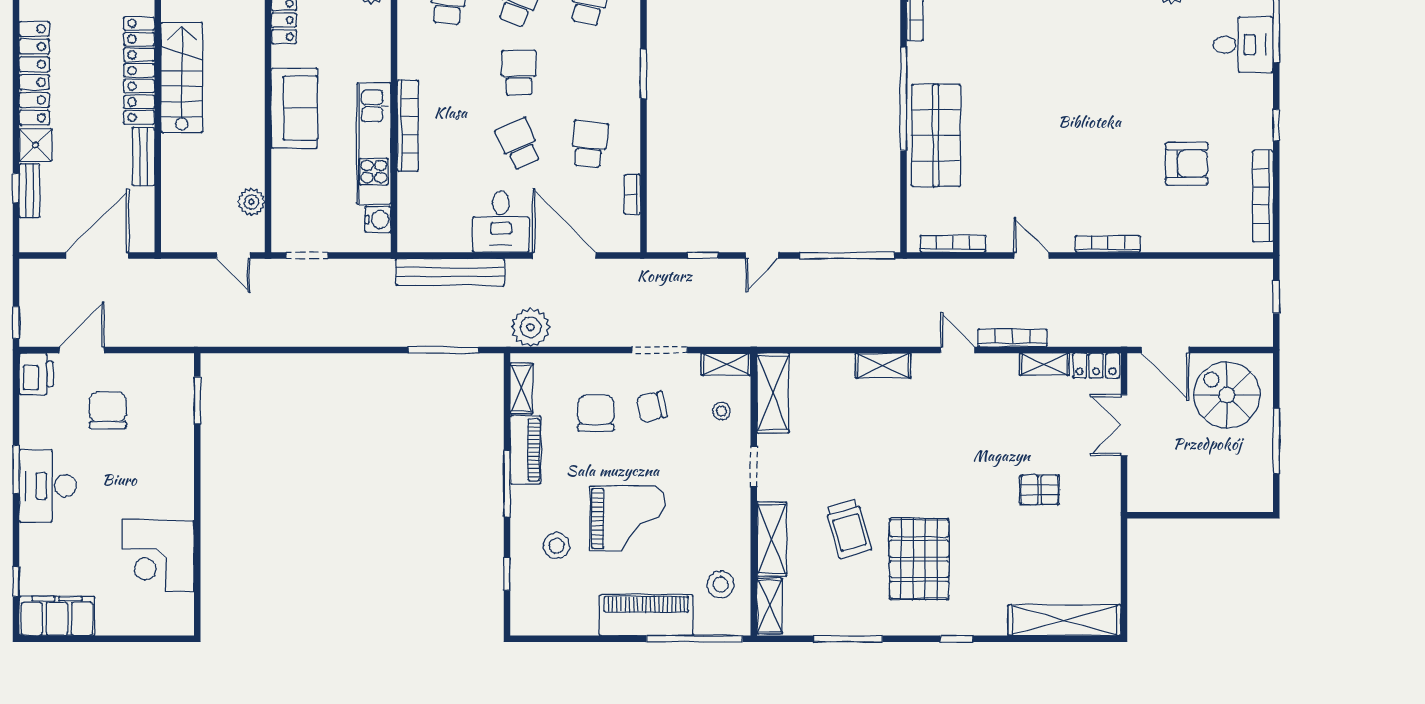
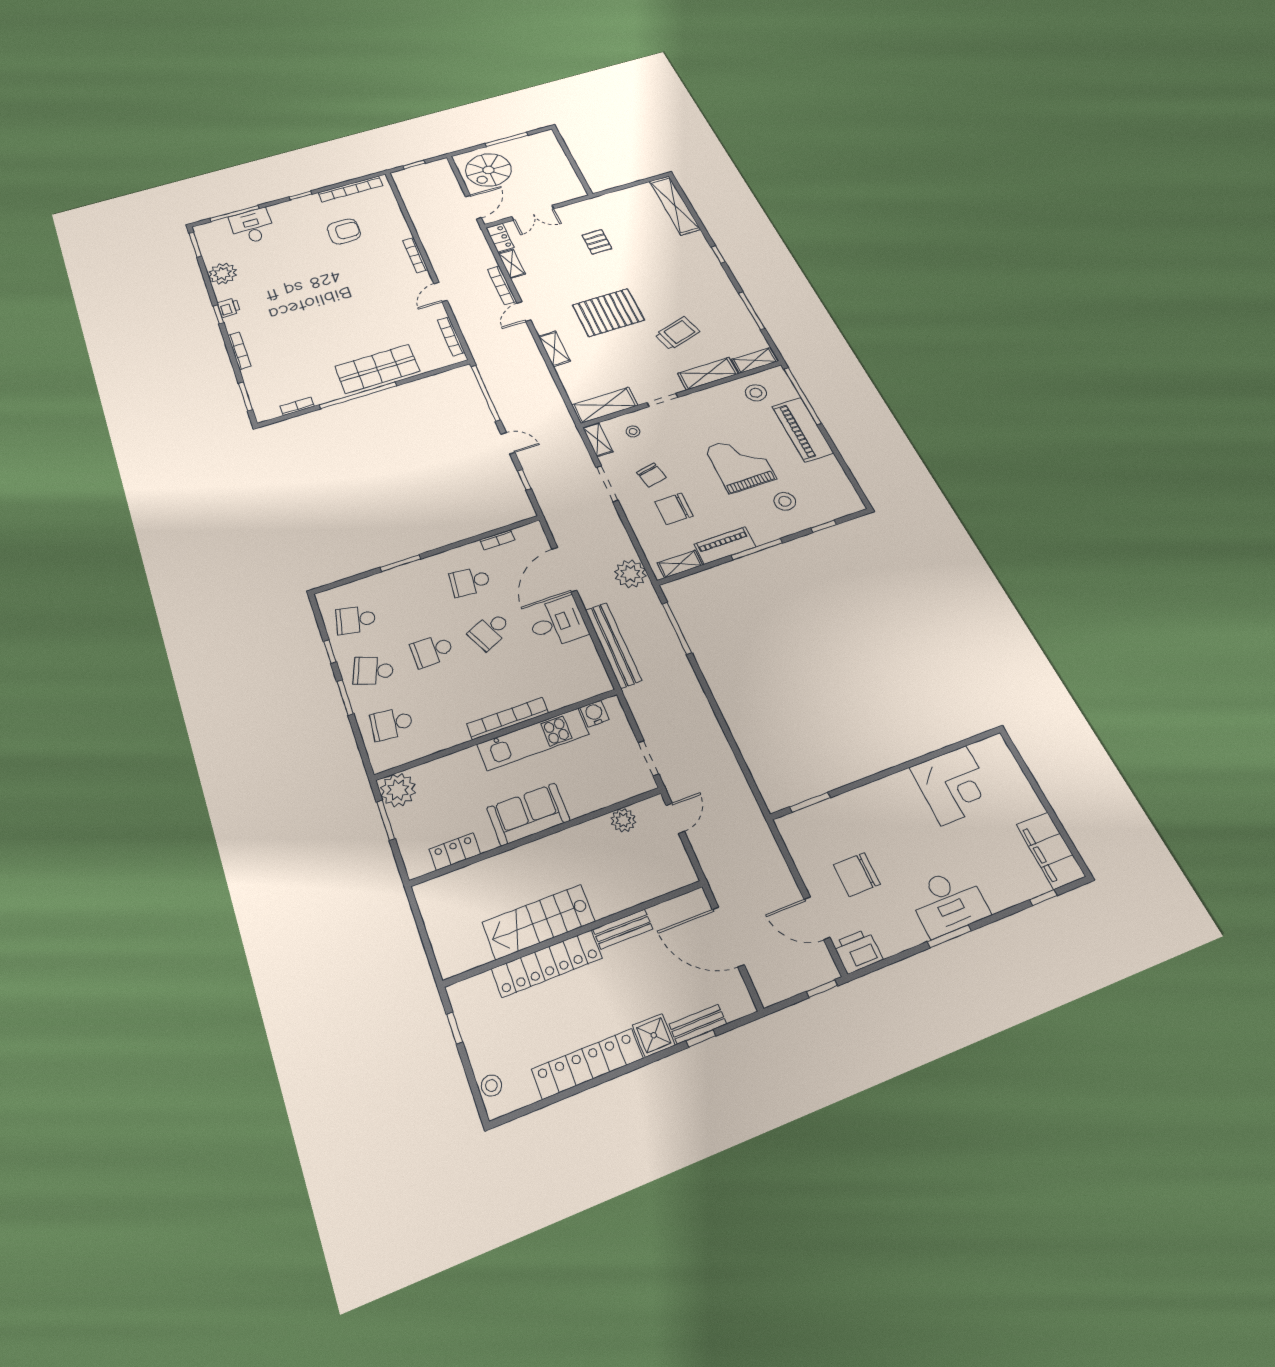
armchair: (1187, 164) -> (344, 231), turned 90
pallet: (919, 559) -> (608, 313), moved

